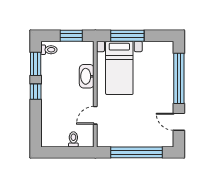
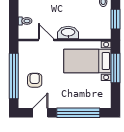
washbasin: (87, 76) -> (68, 33), moved
armchair: (141, 128) -> (35, 80), added

